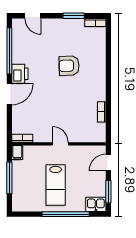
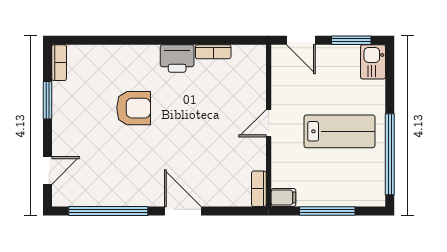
armchair: (69, 66) -> (134, 108), turned -88
printer: (20, 74) -> (177, 58), moved, turned 180
window: (66, 214) -> (390, 154), moved

